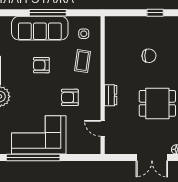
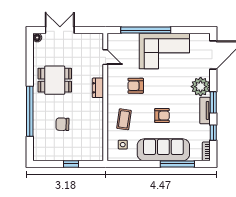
window: (48, 13) -> (177, 164), moved
window: (155, 13) -> (71, 164), moved
armchair: (70, 97) -> (136, 86), turned 180
window: (33, 158) -> (146, 30), moved

